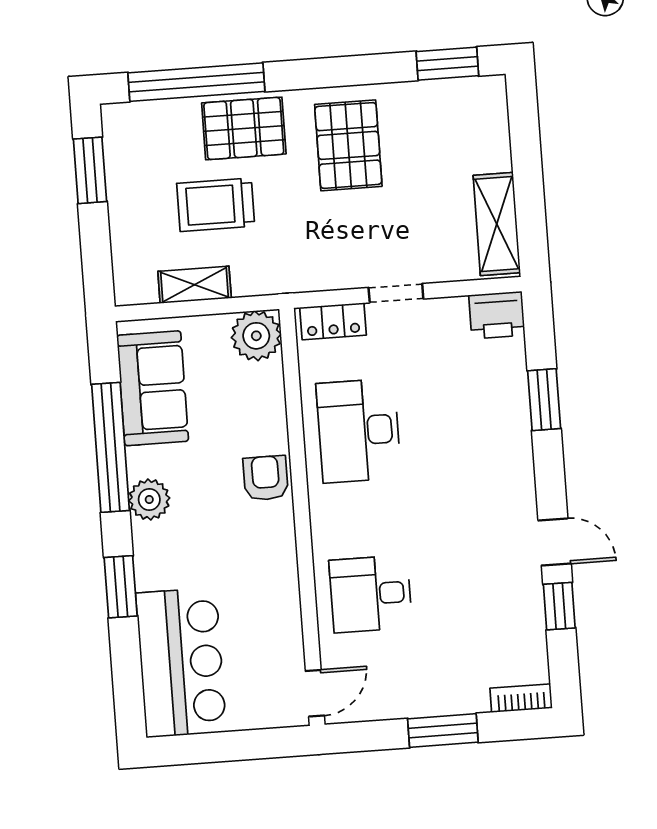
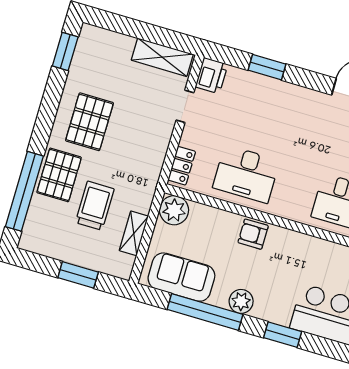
pallet: (348, 145) -> (89, 122), turned 90
window: (90, 170) -> (78, 275), moved
trolley: (216, 205) -> (95, 206), turned 180
doorway: (396, 293) -> (185, 106), moved

